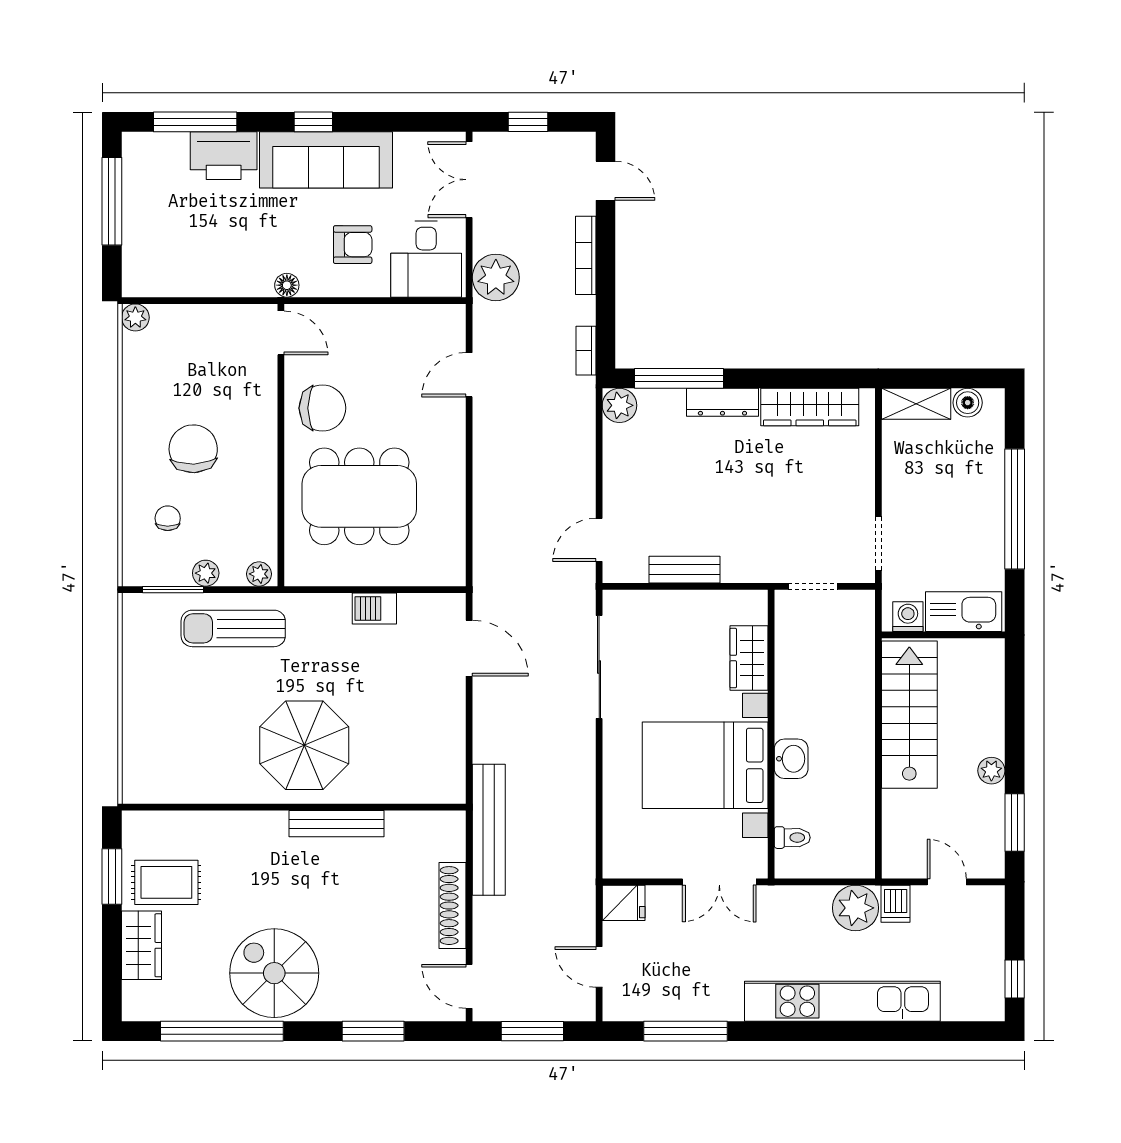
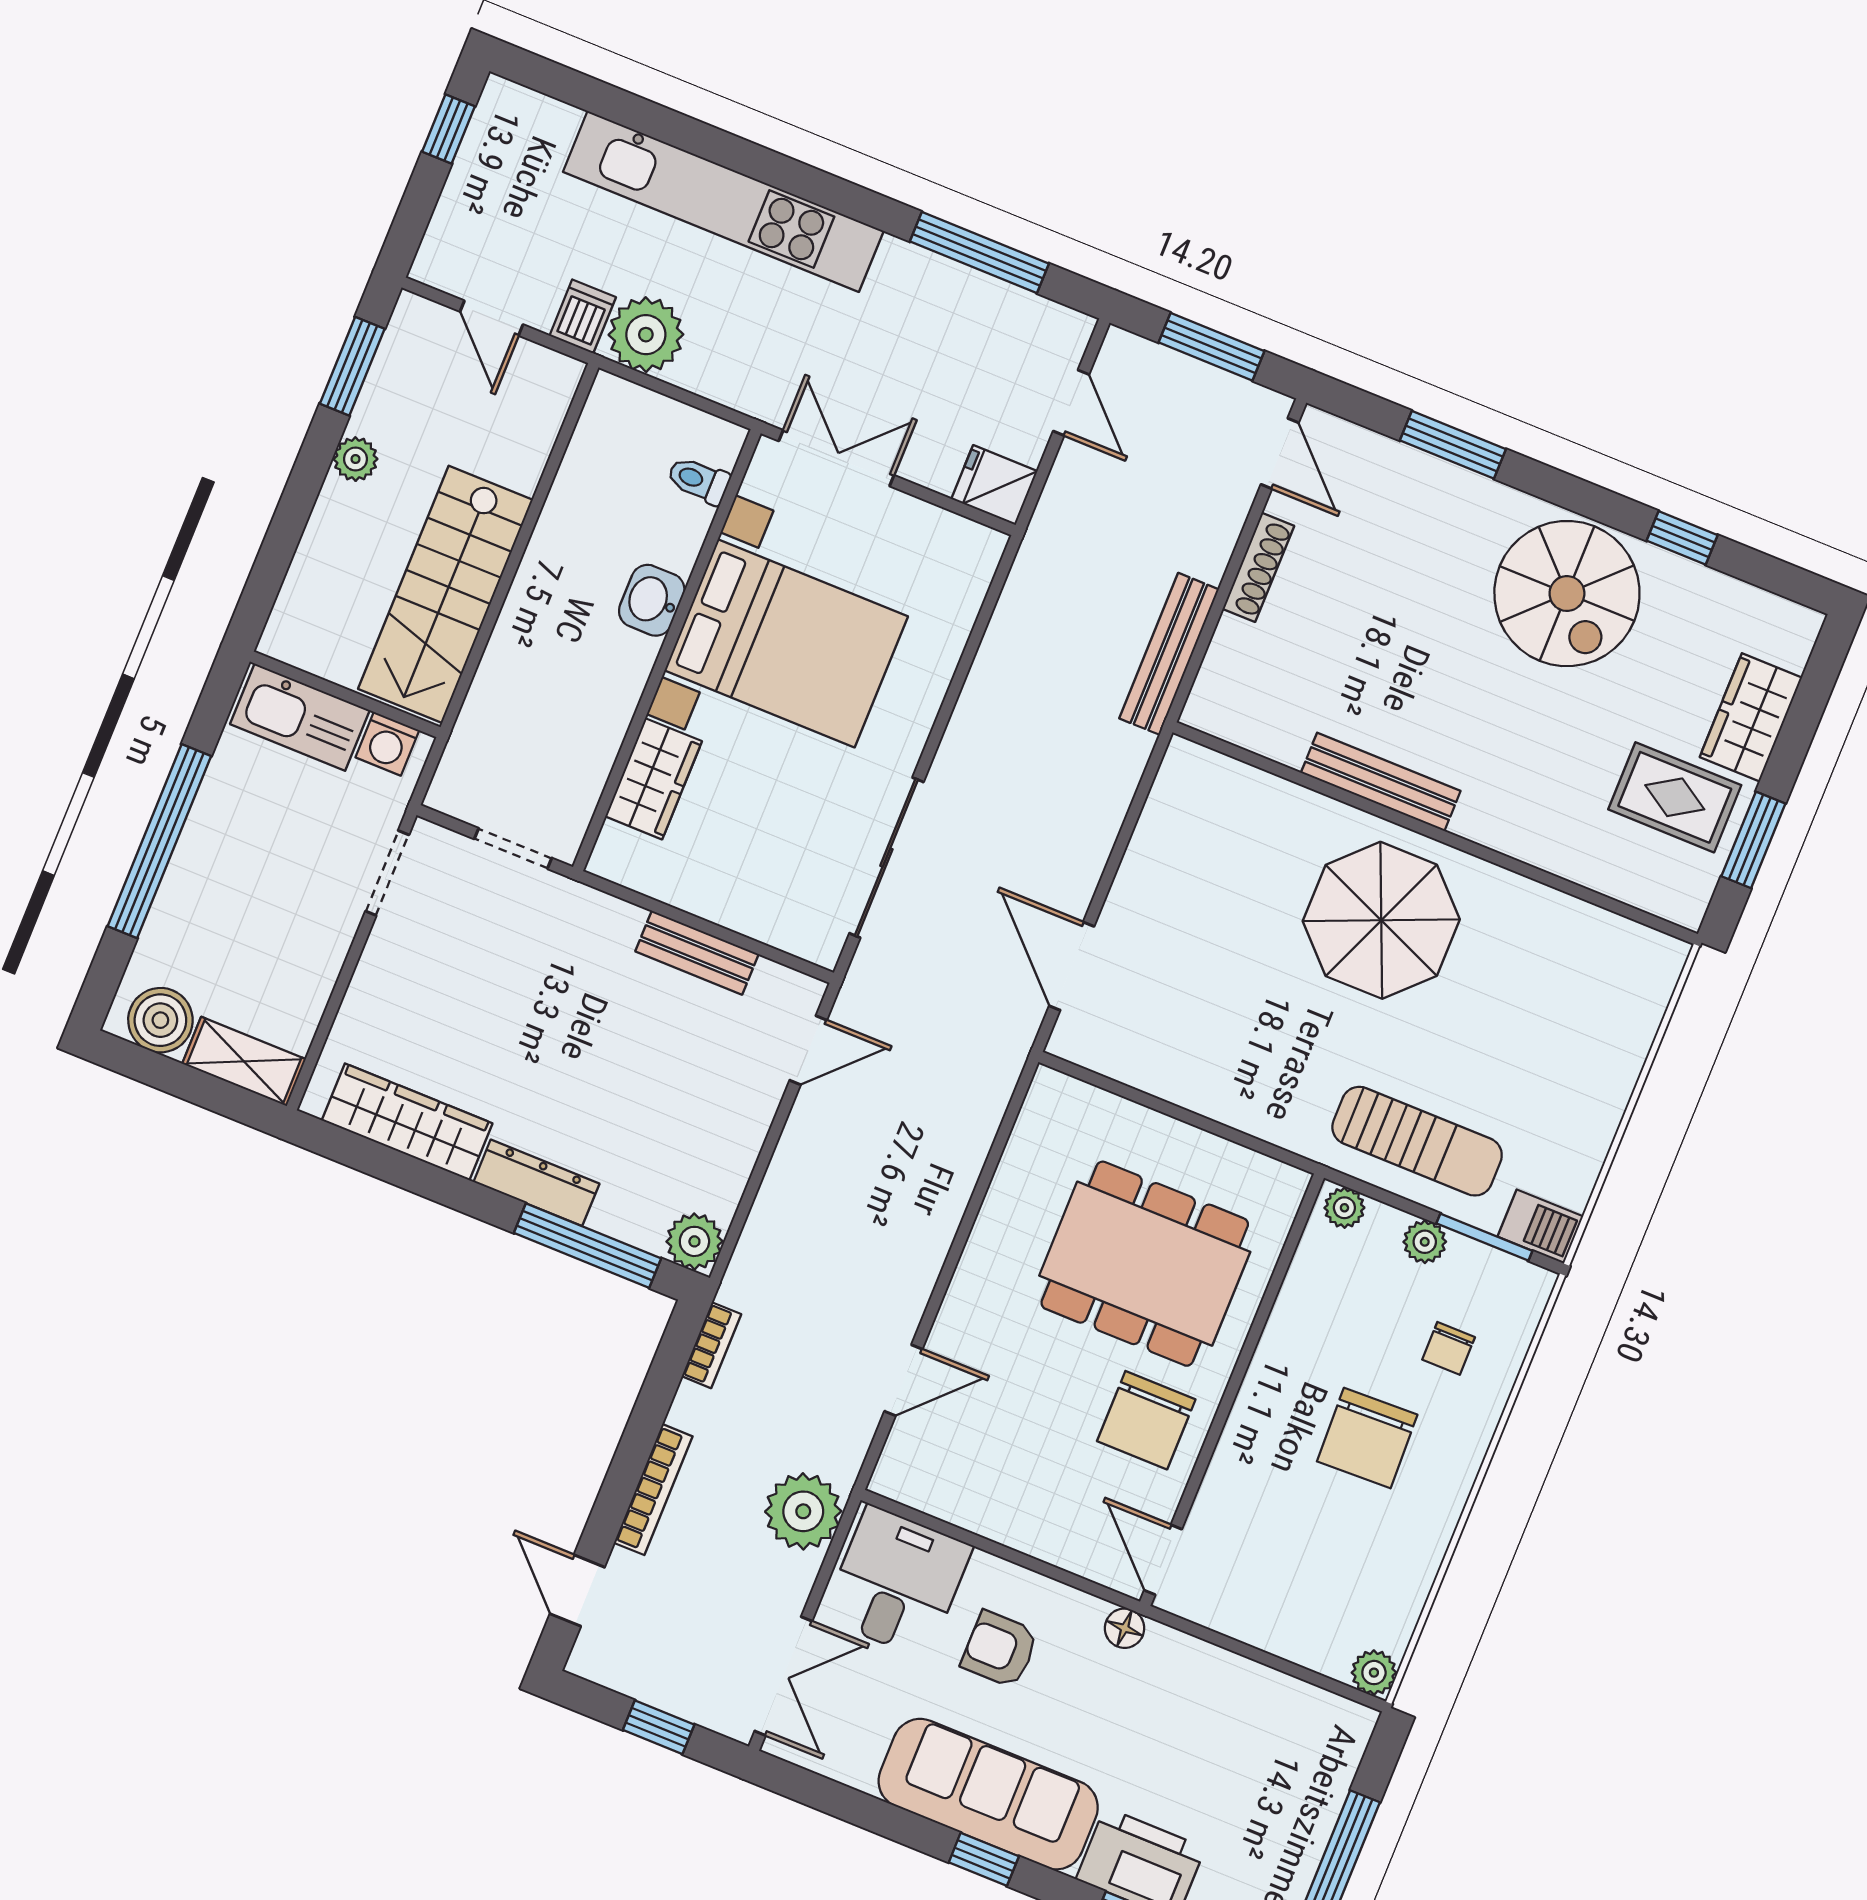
boiler: (968, 403) -> (160, 1020), width x1.36, depth x1.36
chair: (322, 408) -> (1146, 1420), turned -90
barbecue: (374, 608) -> (1540, 1227), moved
bench: (489, 830) -> (1169, 654), width x0.73, depth x0.82
shoe rack: (453, 906) -> (1258, 567), width x0.74, depth x0.81
window: (222, 1031) -> (1682, 538), width x0.32

